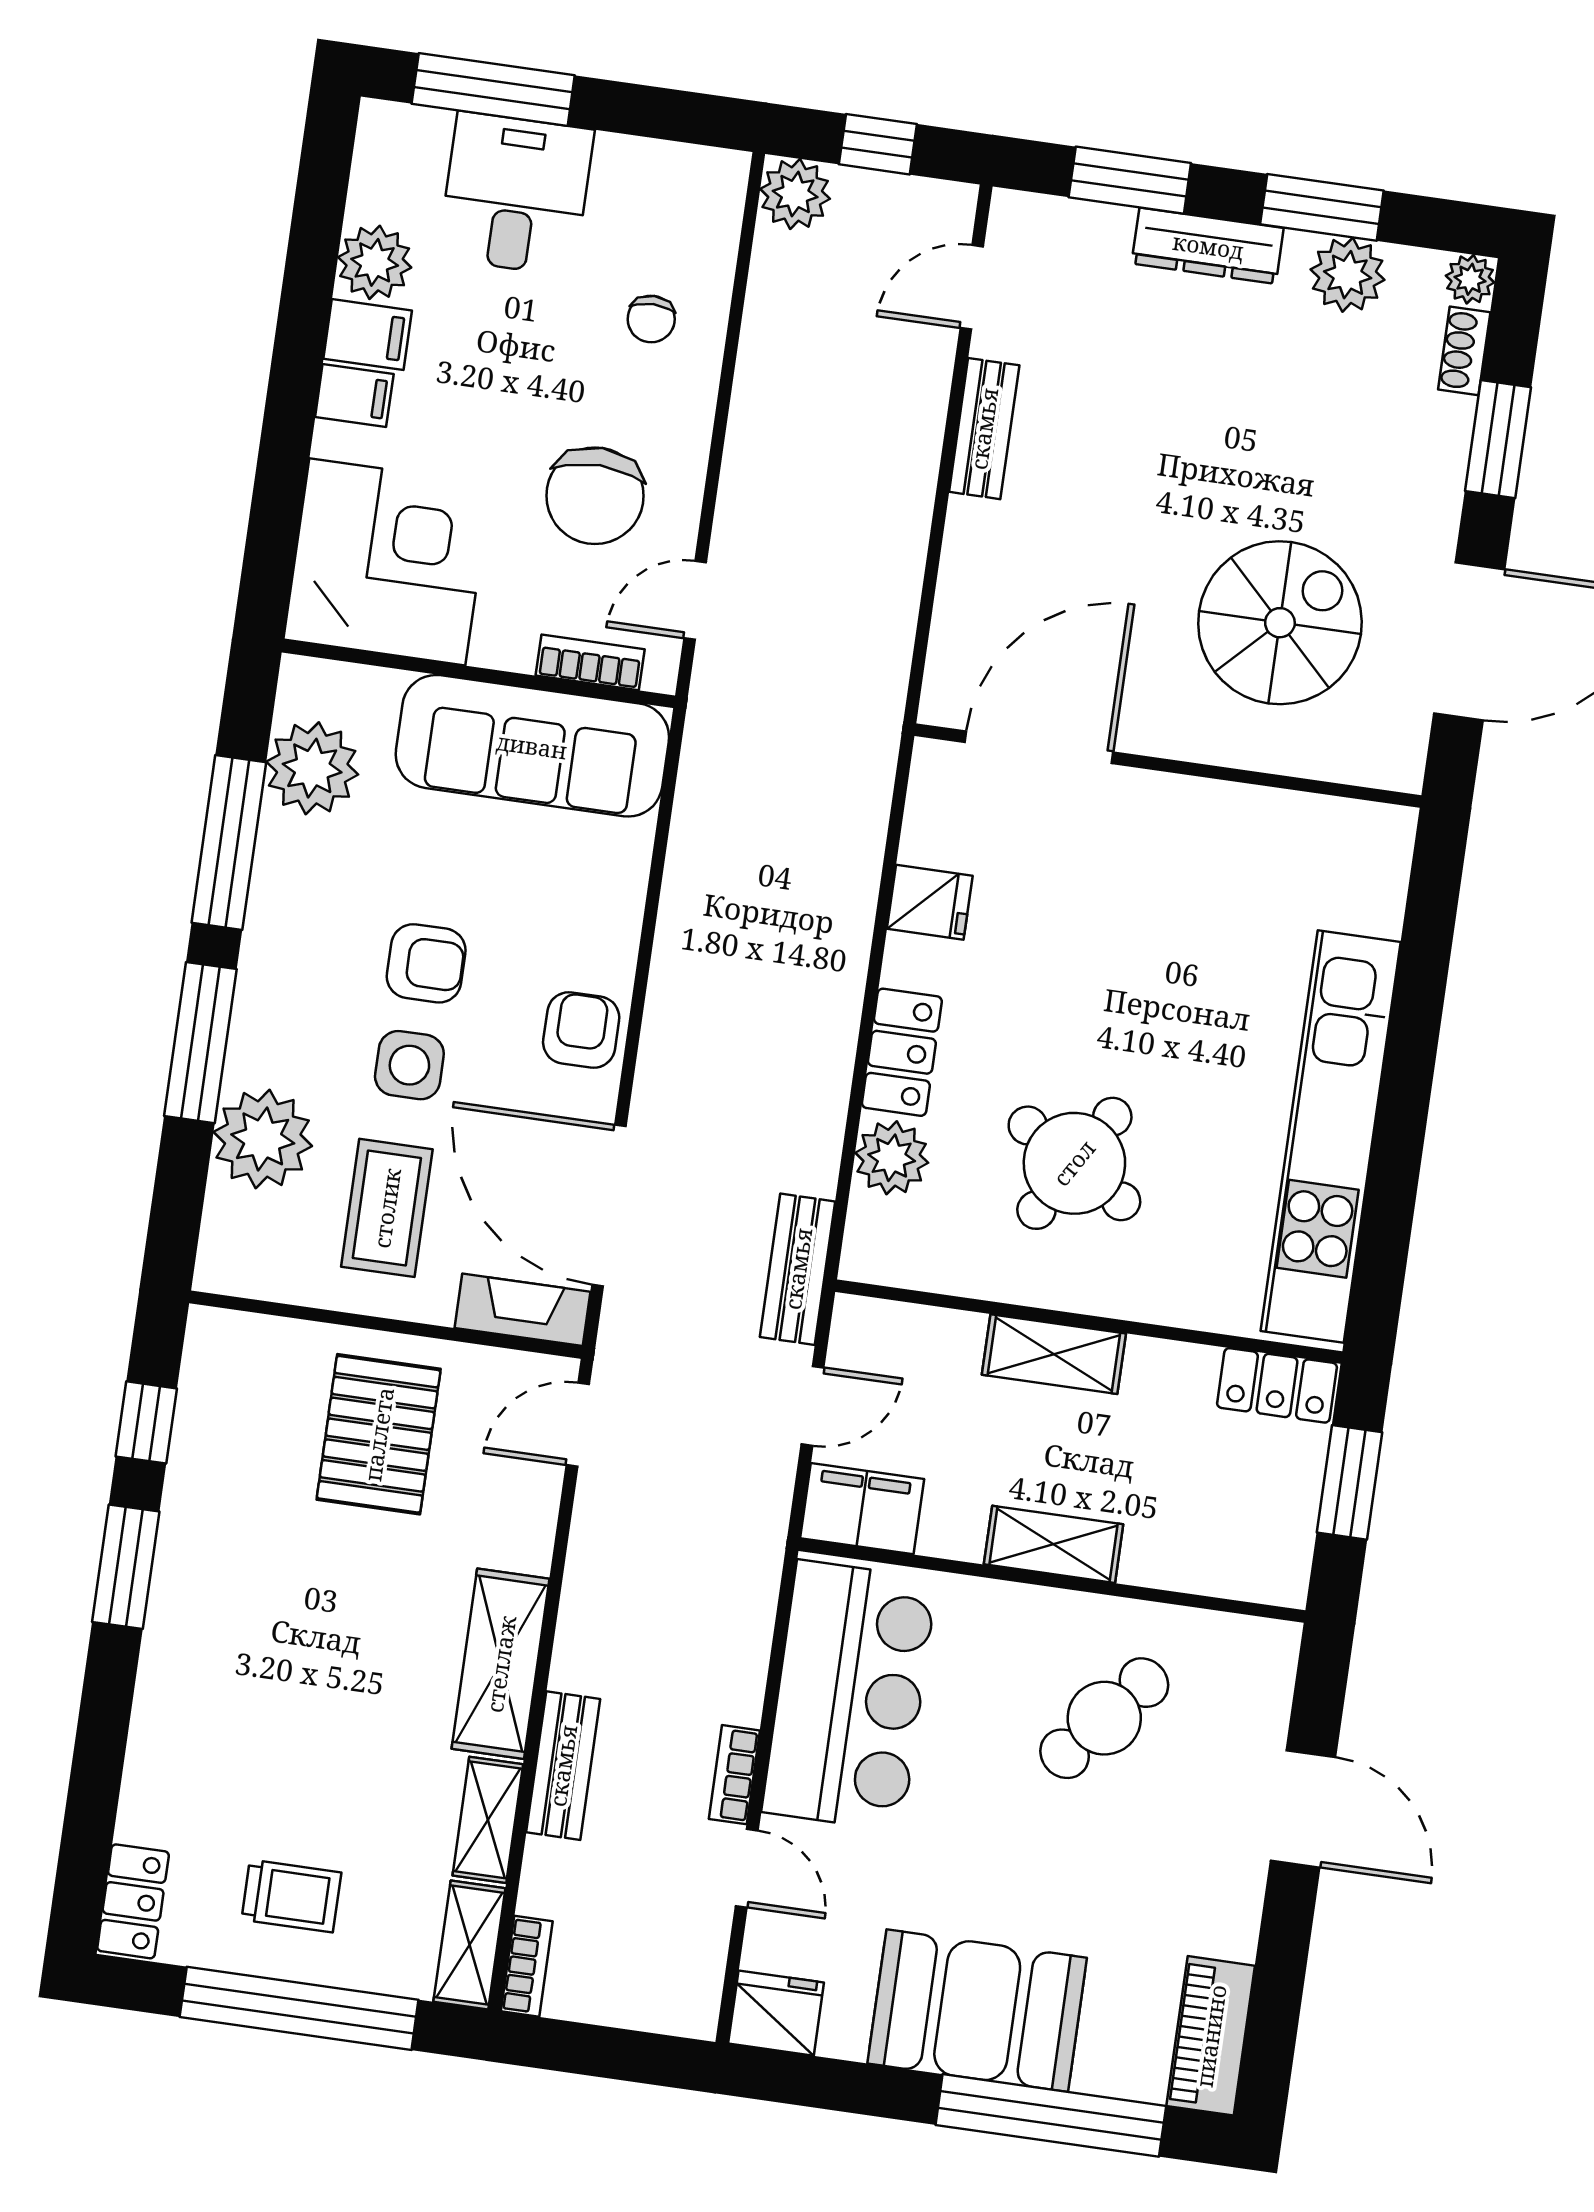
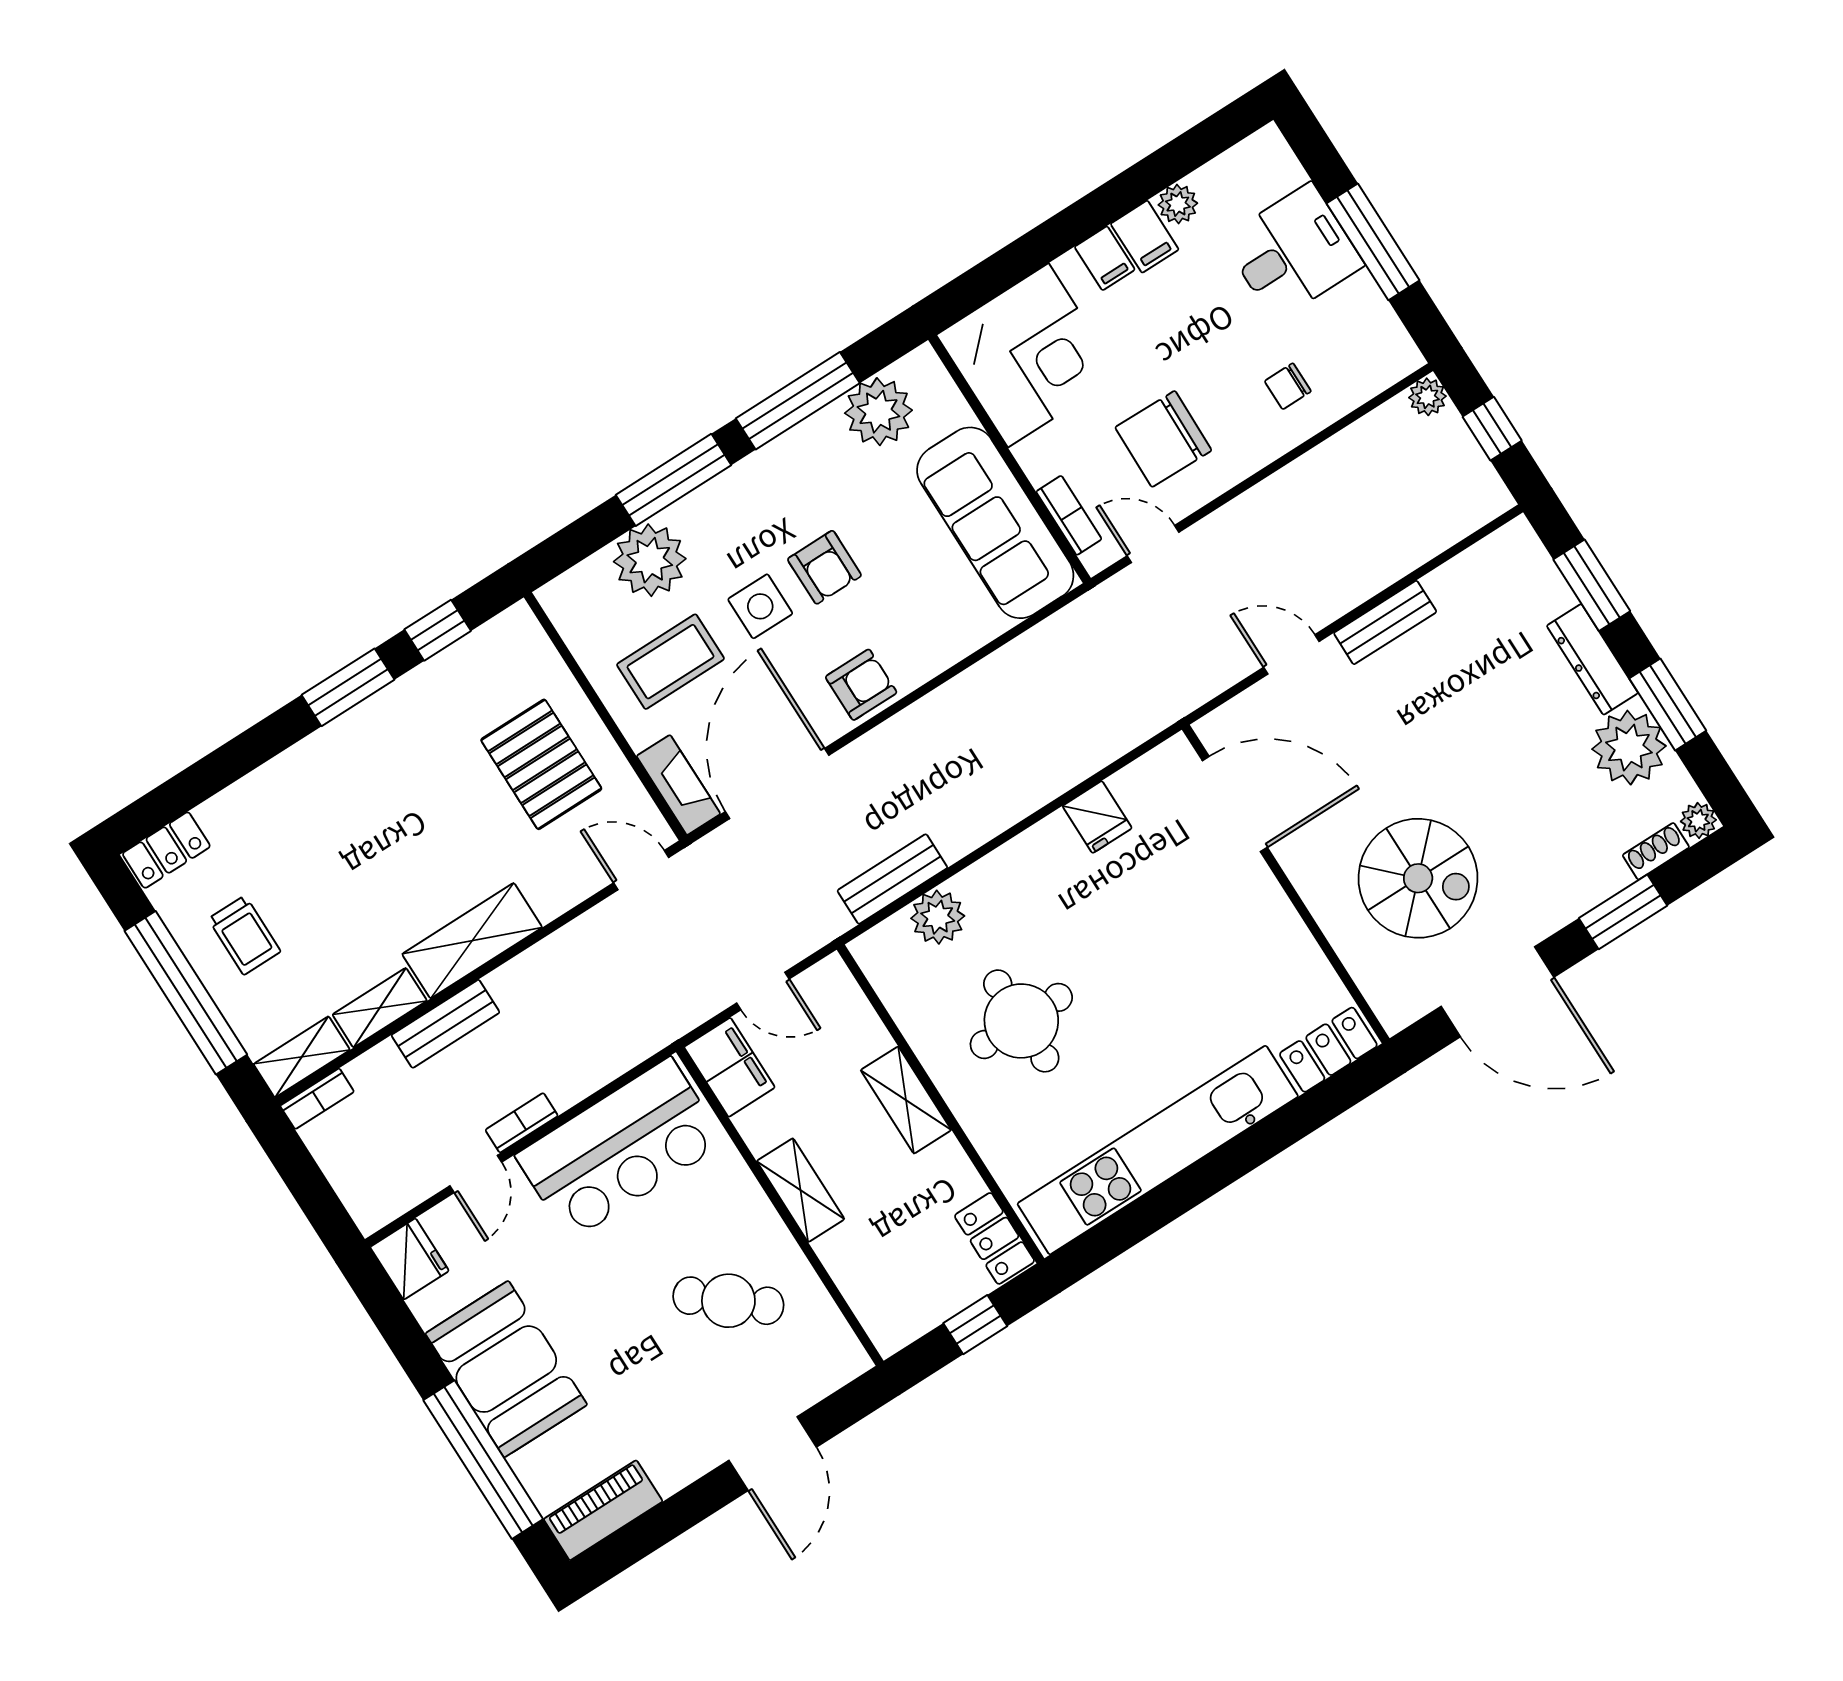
window: (493, 89) -> (1373, 242), moved
plant: (795, 194) -> (1427, 397), width x0.73, depth x0.73
plant: (375, 262) -> (1178, 204), width x0.73, depth x0.73
plant: (1348, 275) -> (1629, 748), width x1.36, depth x1.36
door: (972, 287) -> (1291, 654), moved
locker: (902, 1052) -> (1328, 1050), moved, turned 180
round table: (1074, 1163) -> (1021, 1021), turned -31
bench: (798, 1269) -> (892, 879), moved
pallet: (379, 1434) -> (541, 764), turned 90
window: (1350, 1482) -> (975, 1325), width x0.67

